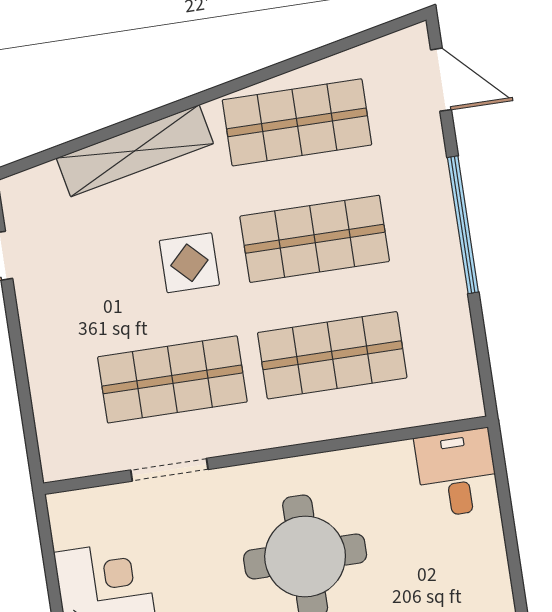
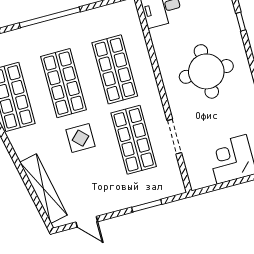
shelving: (135, 151) -> (44, 189), moved
window: (24, 392) -> (147, 206), added

